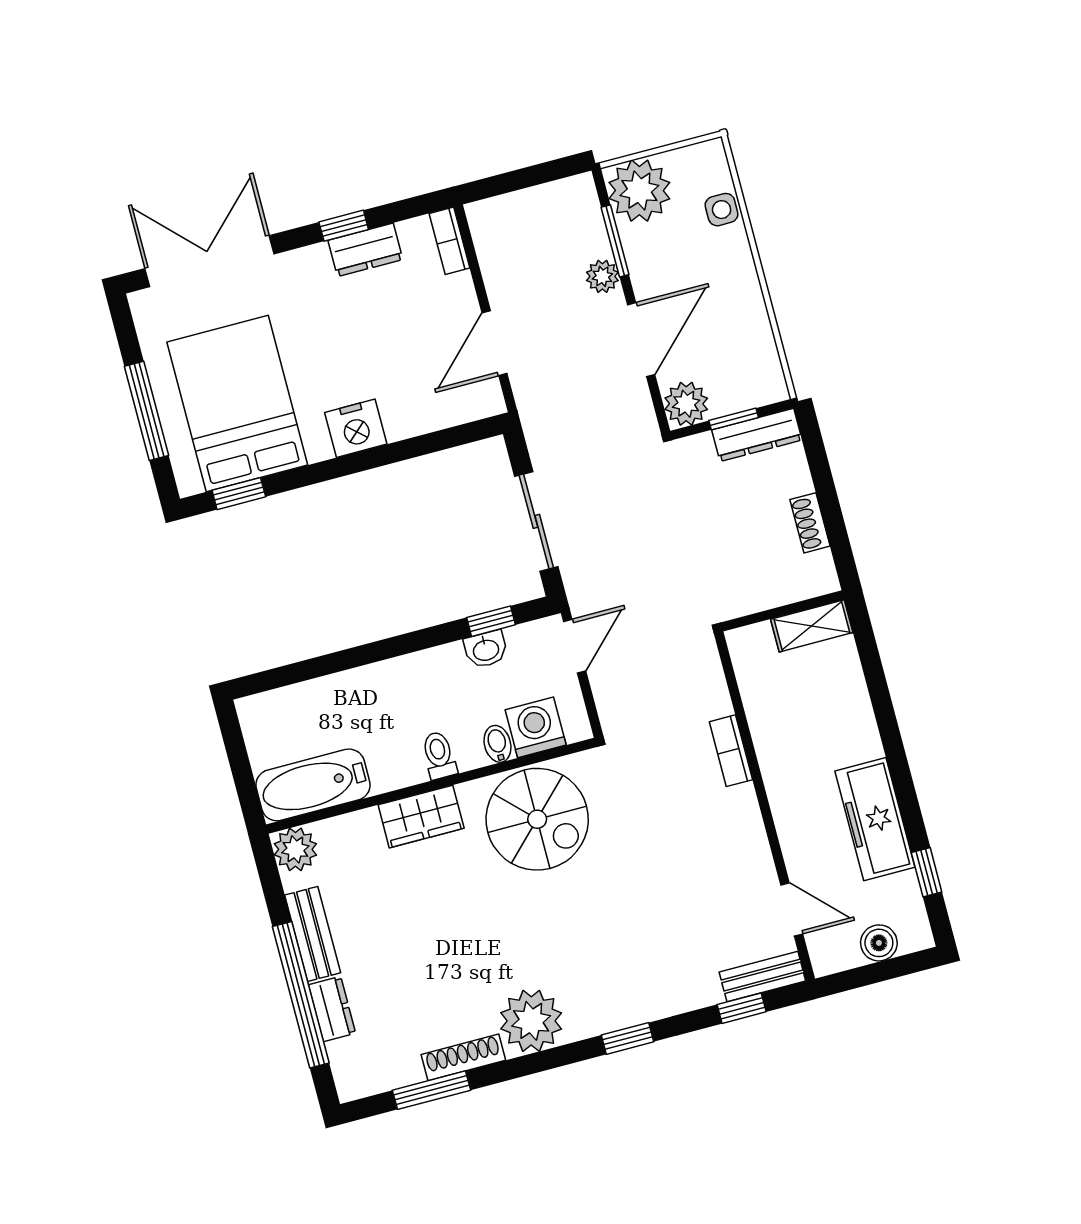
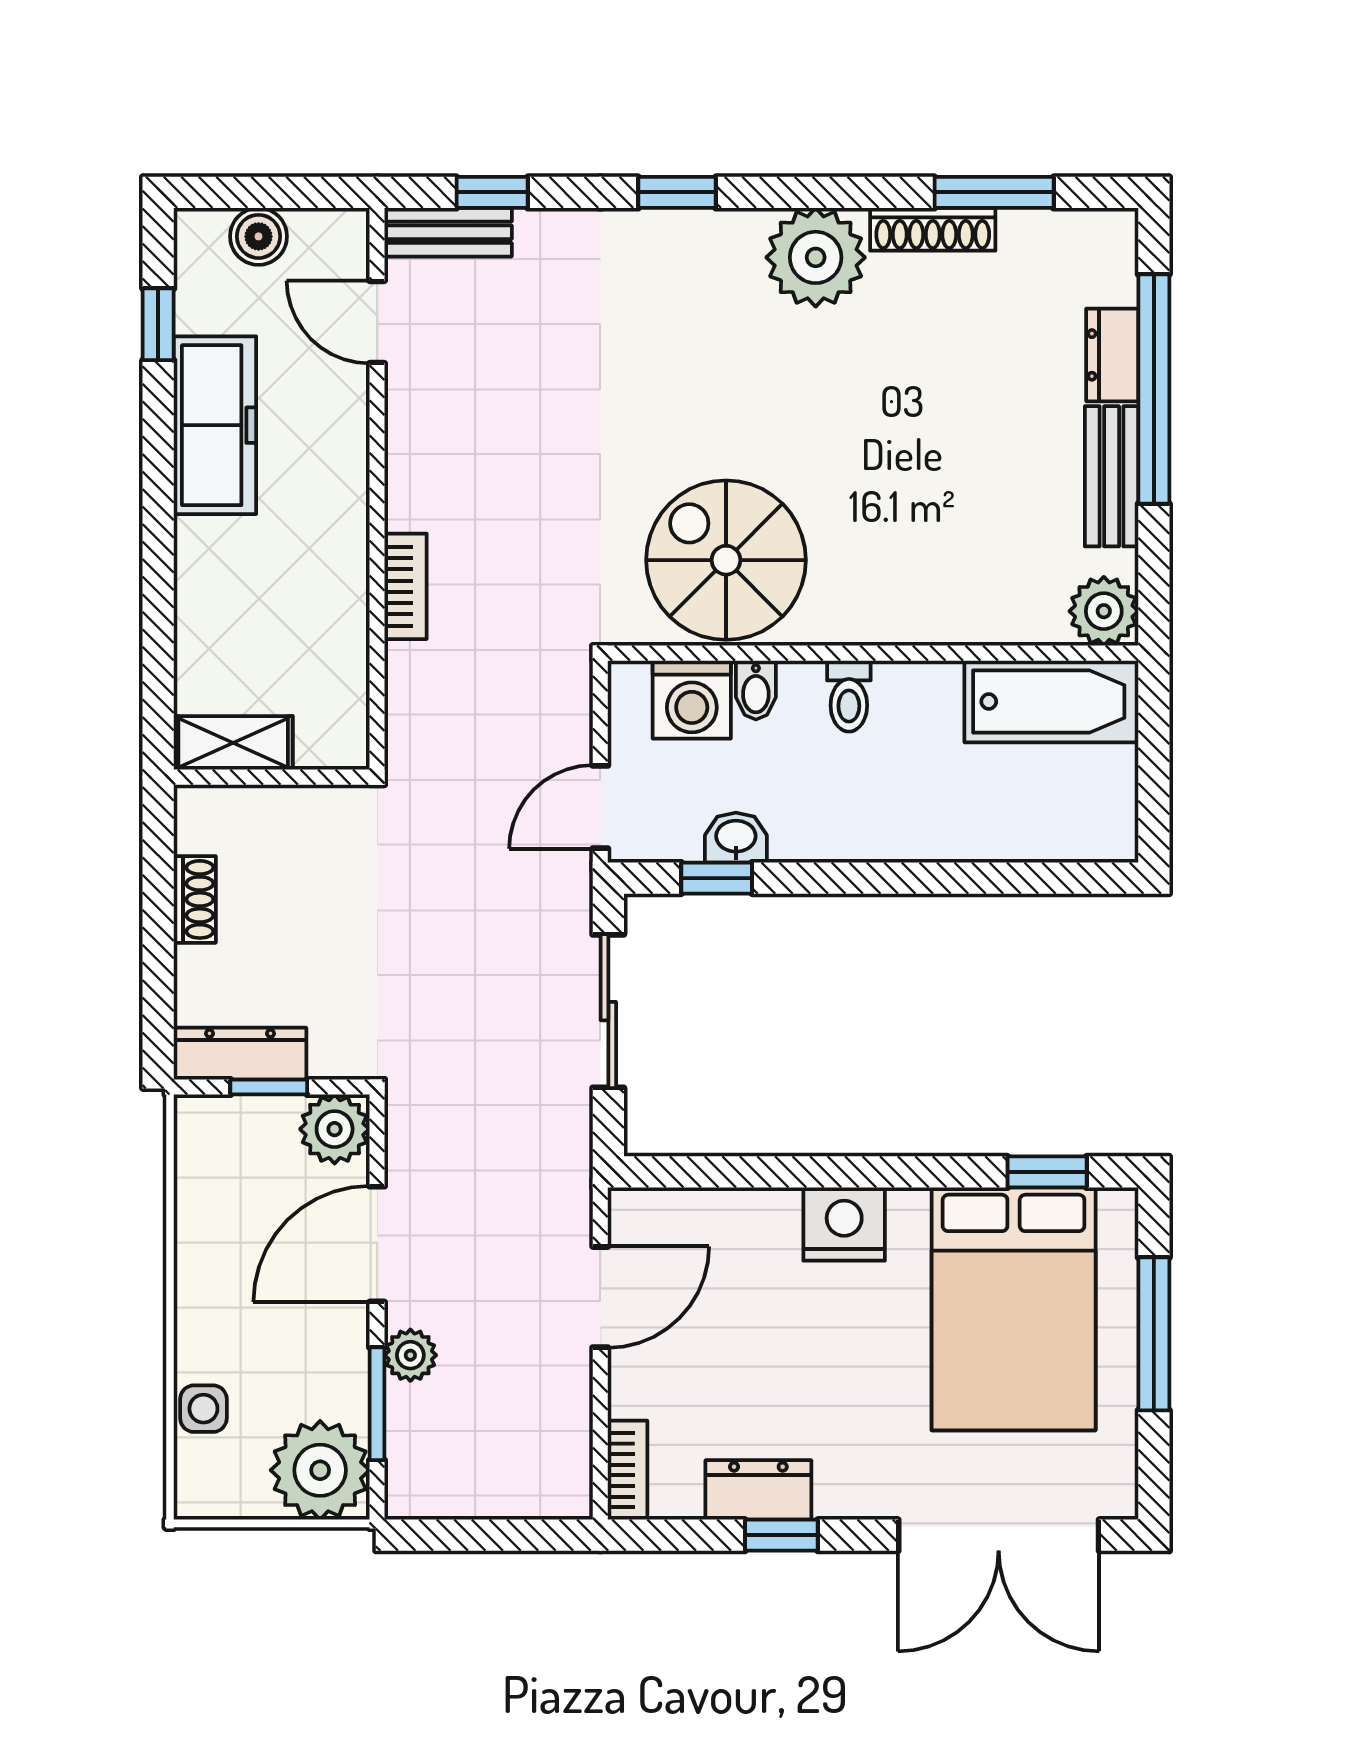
wardrobe: (421, 817) -> (901, 611), removed

